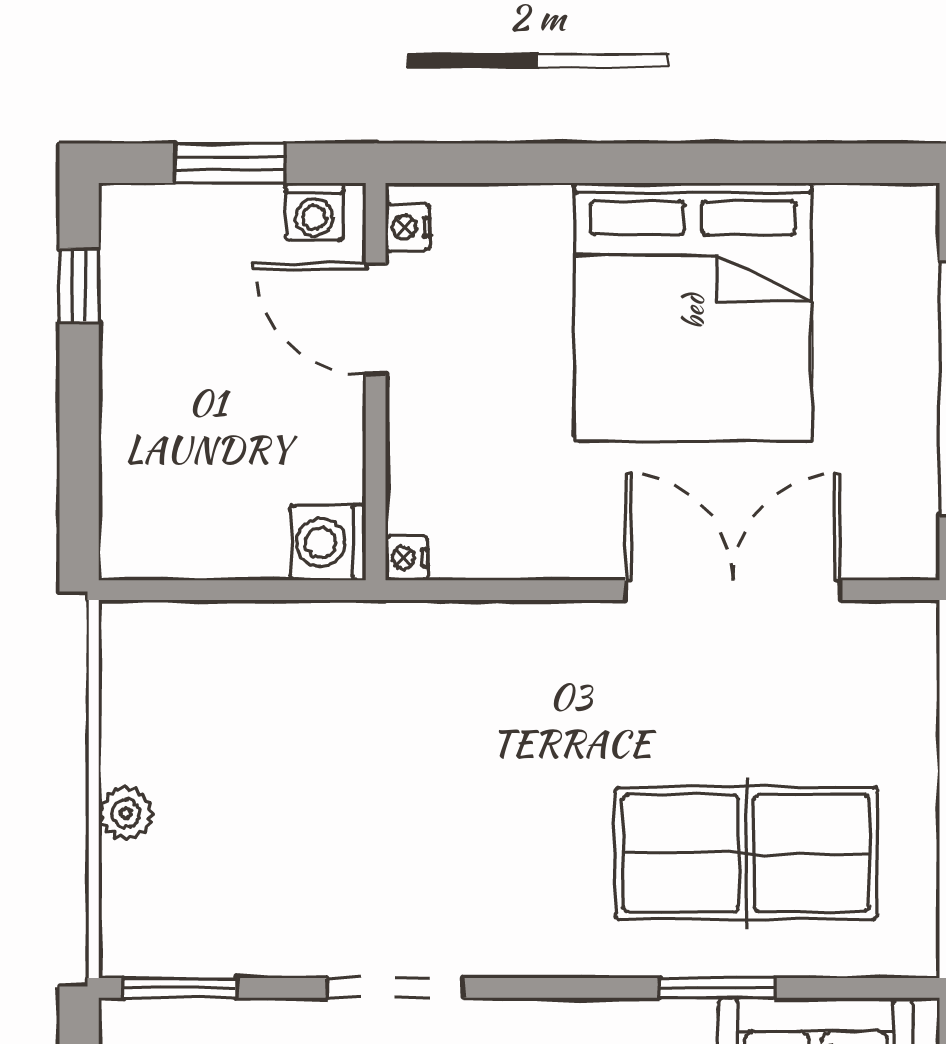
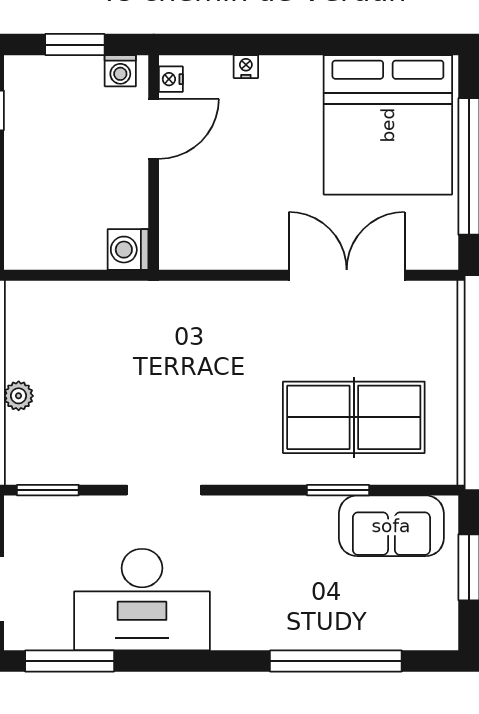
bed: (693, 312) -> (388, 125), moved
door: (376, 319) -> (154, 129), swing flipped
nightstand: (407, 558) -> (246, 67), moved, turned 90

